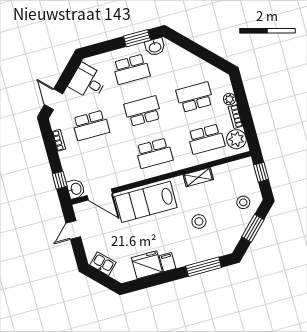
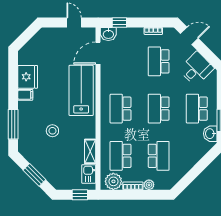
school desk: (143, 111) -> (159, 109), turned 180
shelving: (198, 177) -> (90, 151), moved
stool: (243, 202) -> (58, 173), removed
kitchen sink: (103, 264) -> (89, 174), moved, turned 135

